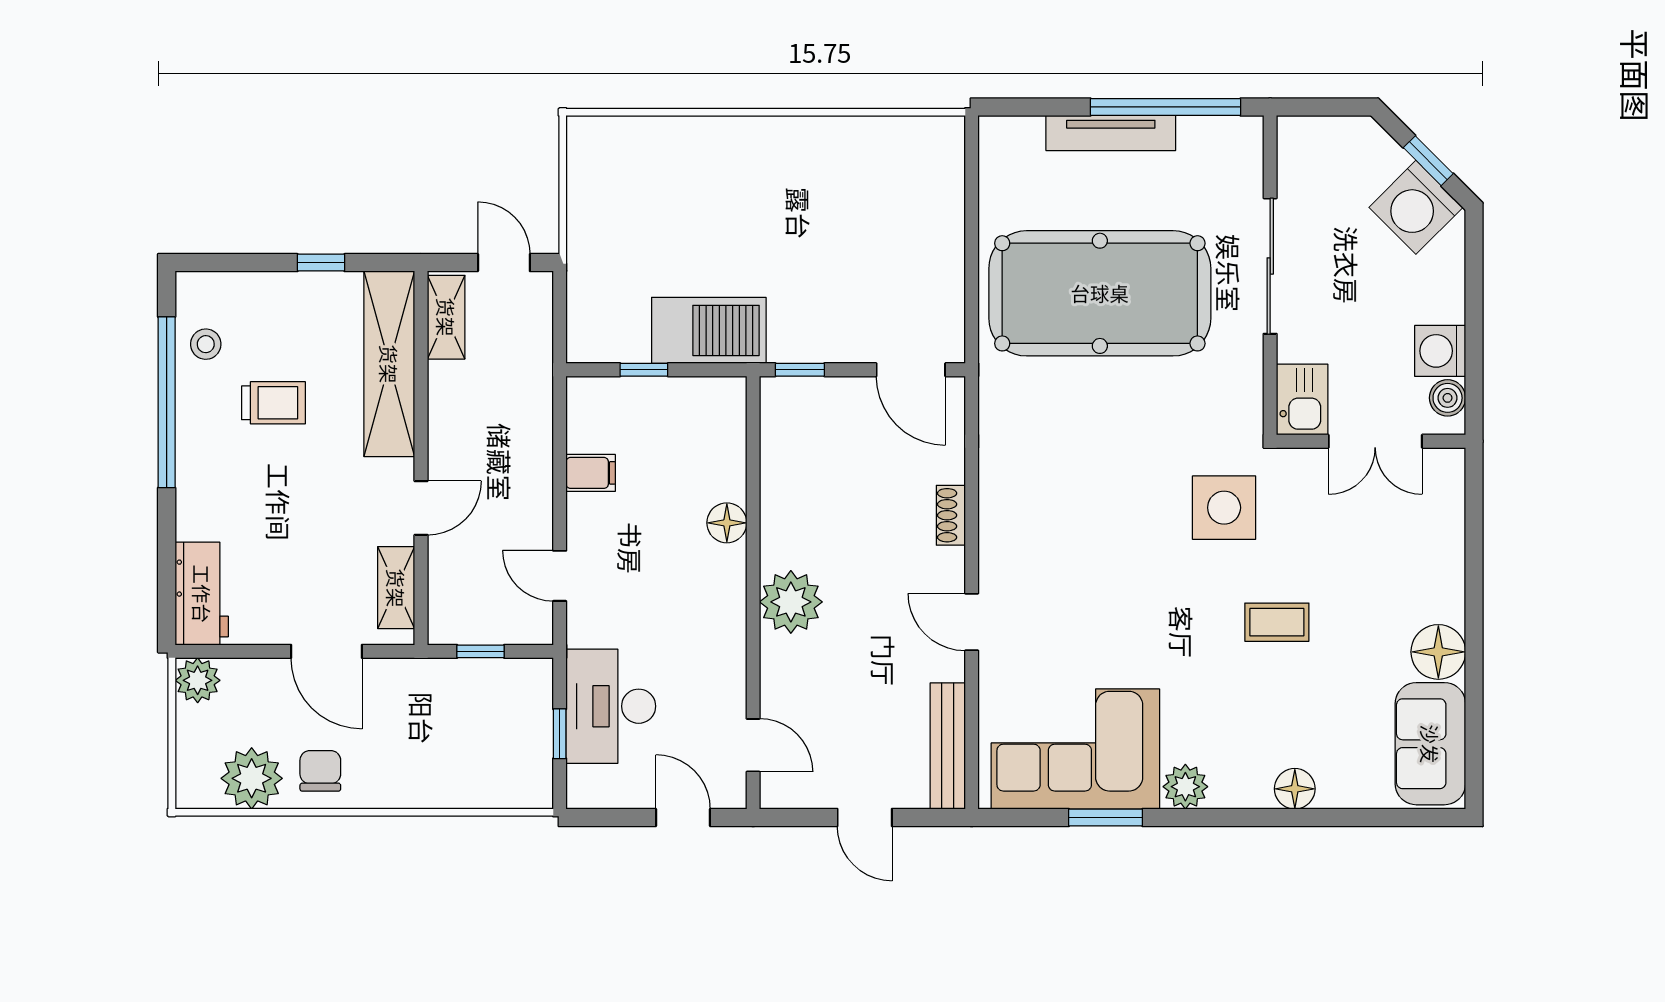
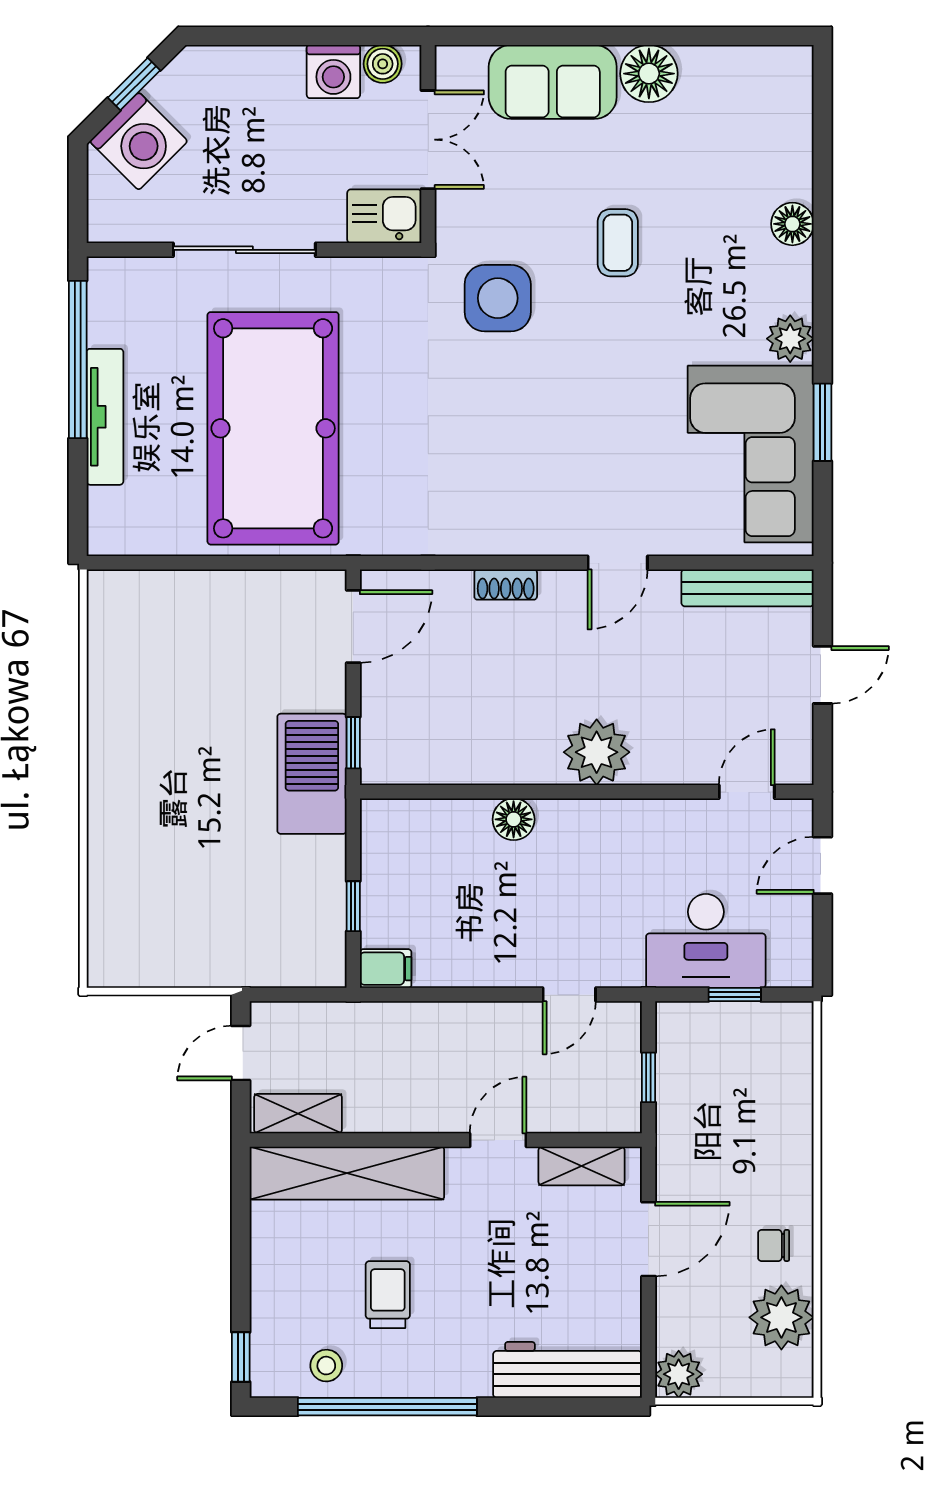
washing machine: (1416, 207) -> (139, 141), moved
window: (321, 263) -> (241, 1357), moved
barbecue: (709, 330) -> (312, 774), moved
filing cabinet: (591, 473) -> (386, 969), moved, turned 90
door: (421, 508) -> (498, 1140), hinge flipped
workbench: (202, 594) -> (567, 1370), width x1.38
sofa: (1430, 744) -> (553, 82), moved
chair: (320, 771) -> (774, 1245), width x0.73, depth x0.73

